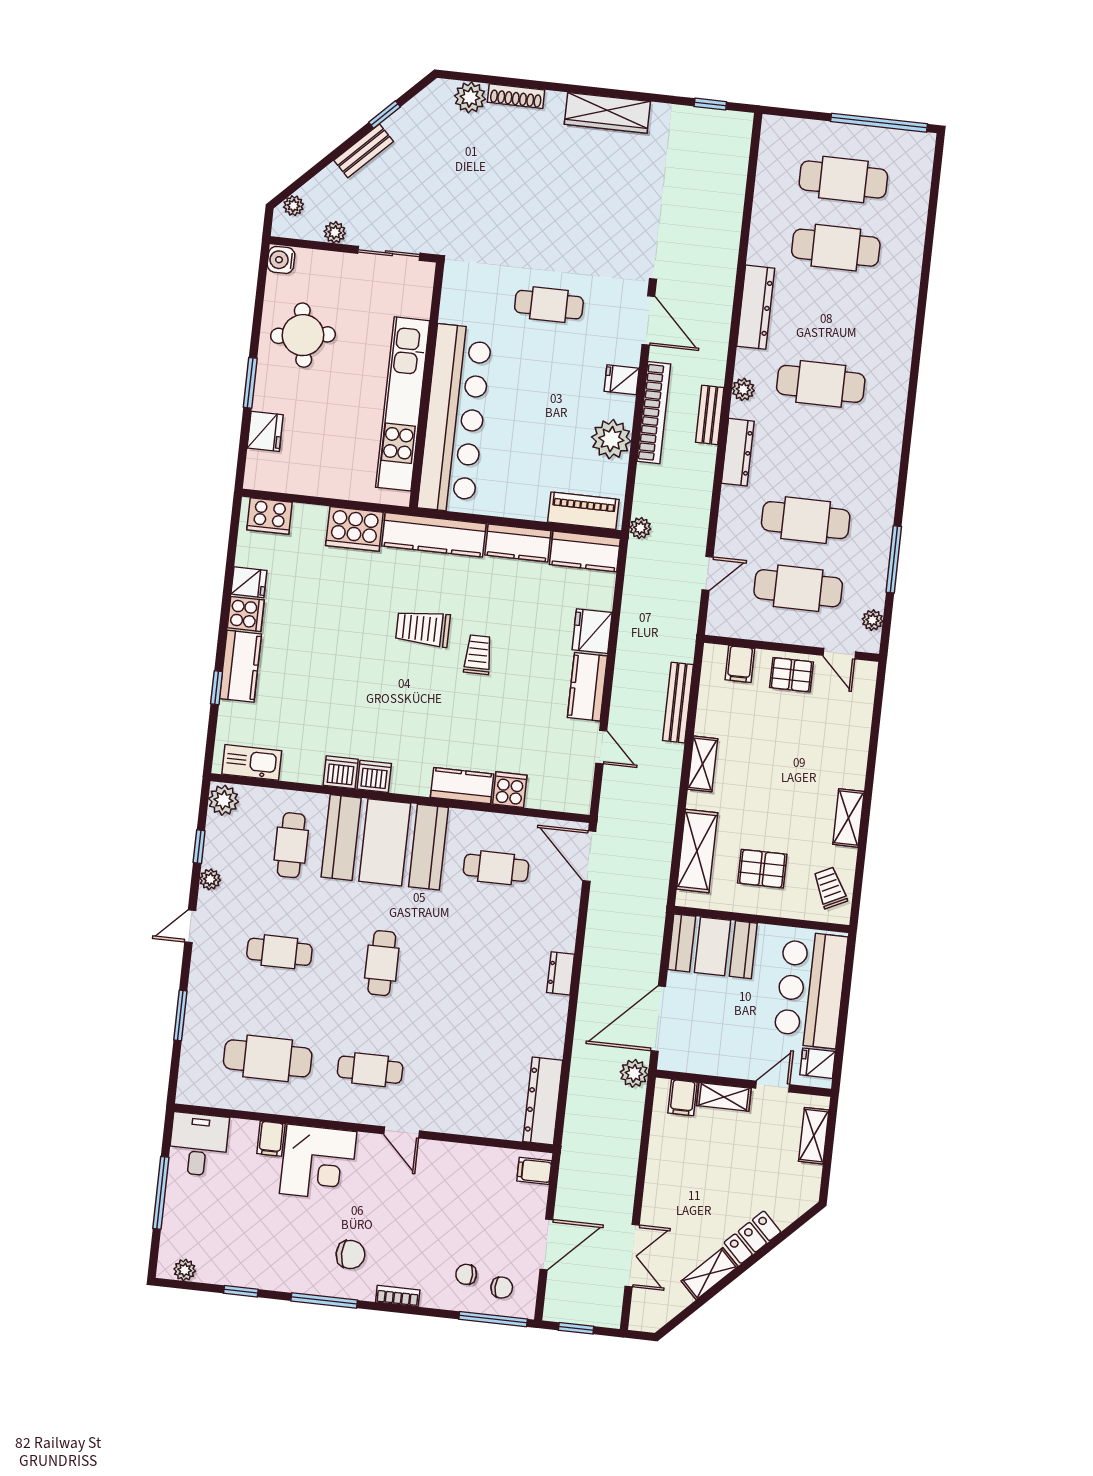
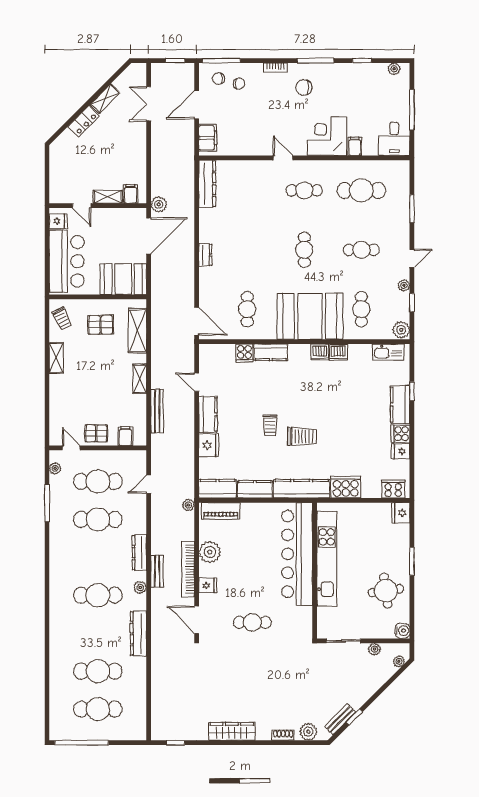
shoe rack: (516, 96) -> (283, 735), width x0.70
bench: (364, 151) -> (340, 719), moved
fridge: (265, 431) -> (401, 513), moved
cafe table: (496, 868) -> (247, 309), turned 90
door: (773, 1086) -> (82, 206), hinge flipped
shelving: (814, 1136) -> (56, 181), removed
filing cabinet: (534, 1171) -> (208, 138), width x2.00

